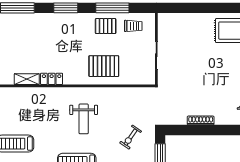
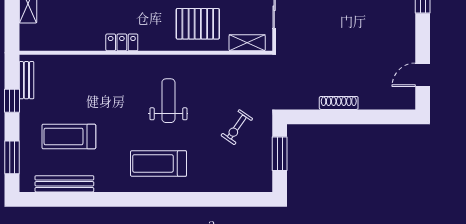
shelving: (27, 79) -> (247, 43), moved
weight bench: (84, 119) -> (168, 101), turned 180

